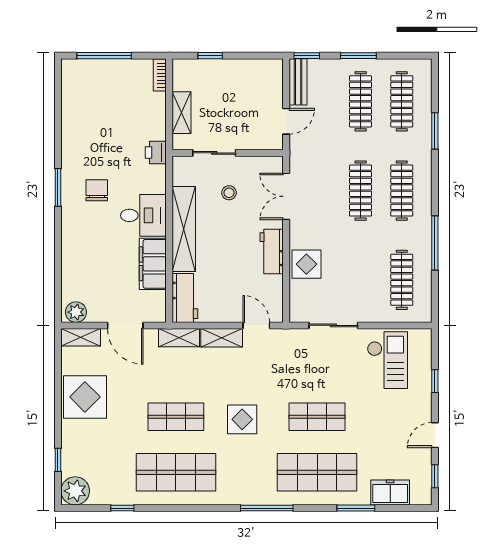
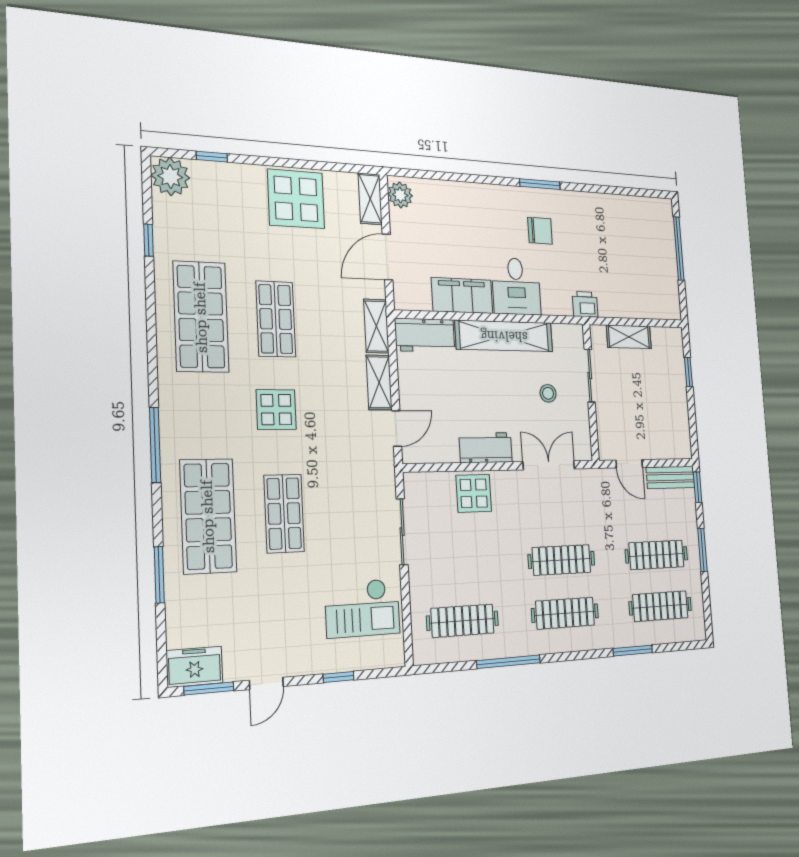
bookcase: (160, 75) -> (665, 312), removed
door: (435, 435) -> (266, 683), swing flipped
window: (435, 476) -> (209, 689), width x1.50
freezer: (390, 493) -> (194, 667), moved, turned -90

